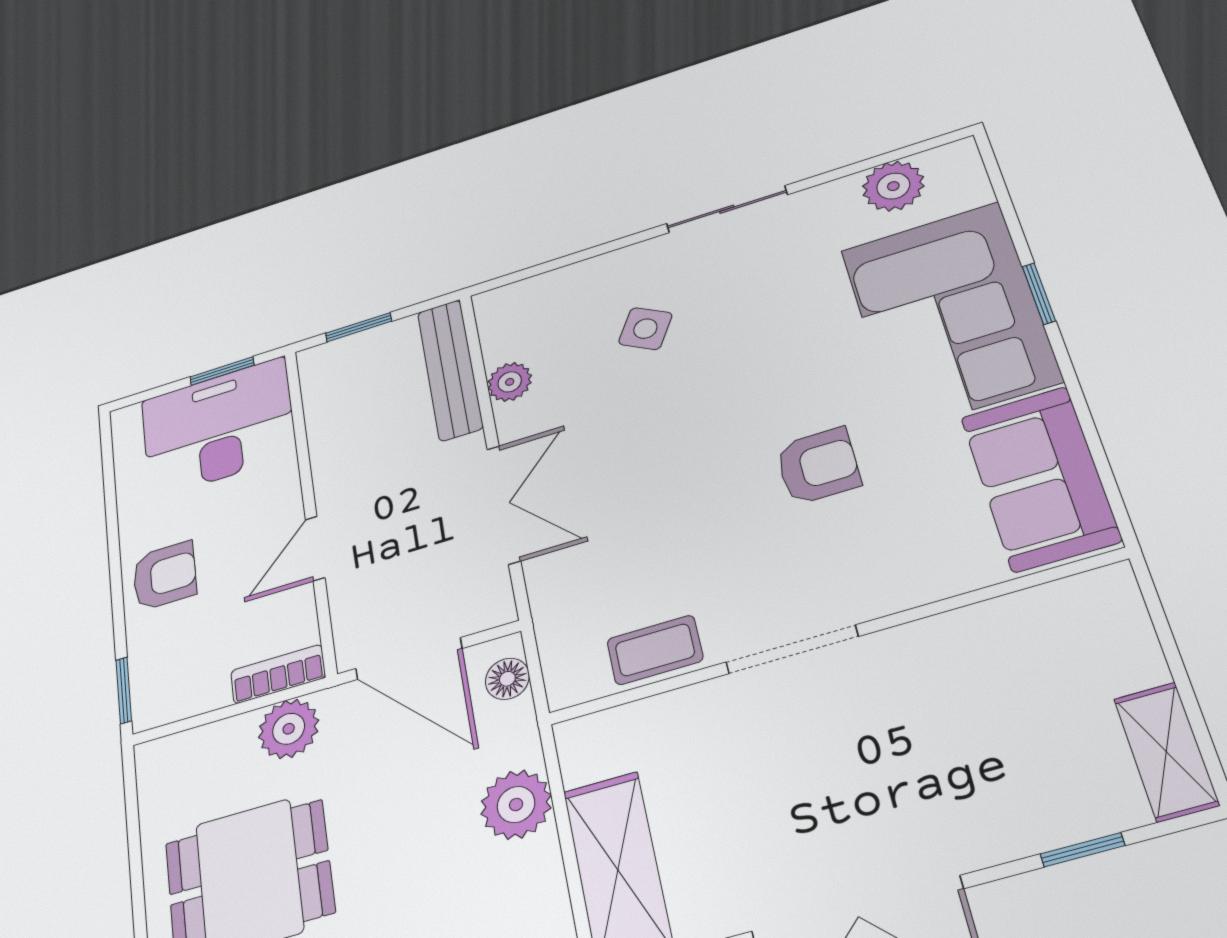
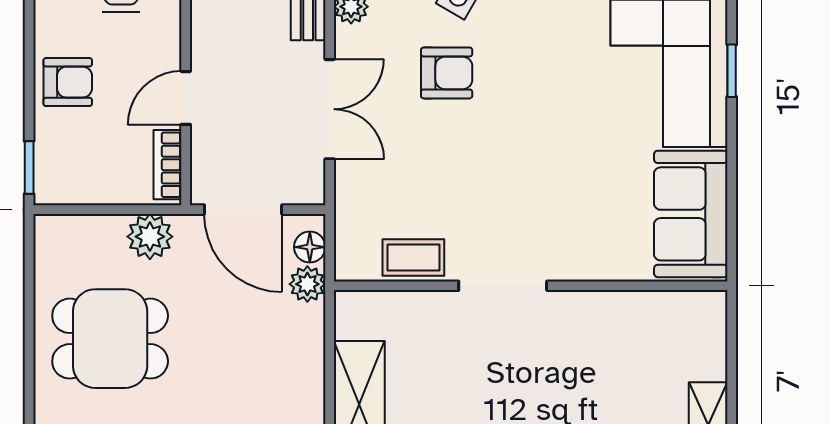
armchair: (818, 466) -> (447, 73), moved
bookcase: (278, 674) -> (168, 165), moved, turned -90
plant: (516, 805) -> (307, 284), moved, width x0.73, depth x0.73

